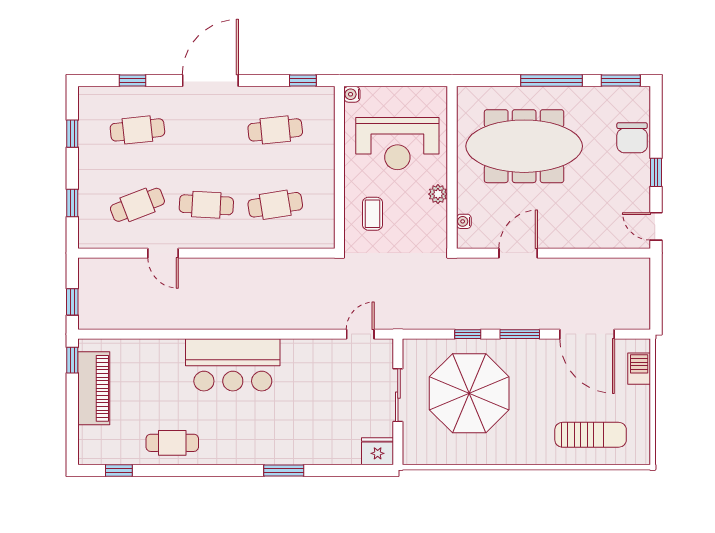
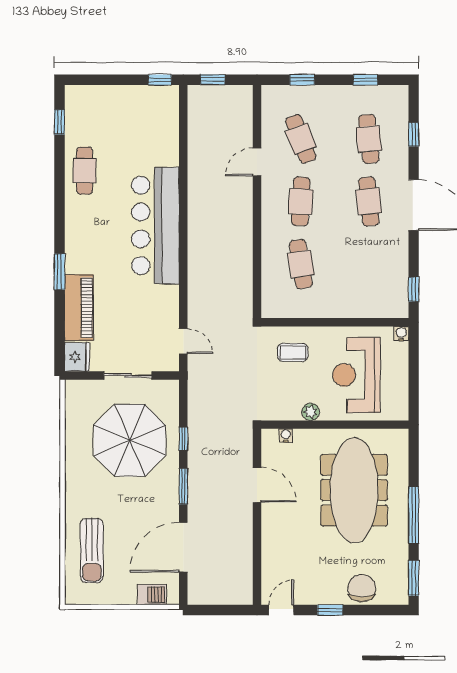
cafe table: (275, 130) -> (369, 201), moved
chair: (632, 138) -> (362, 588), turned 90
bar counter: (233, 365) -> (155, 226), width x1.36
piano: (94, 388) -> (79, 308), moved, turned -90

